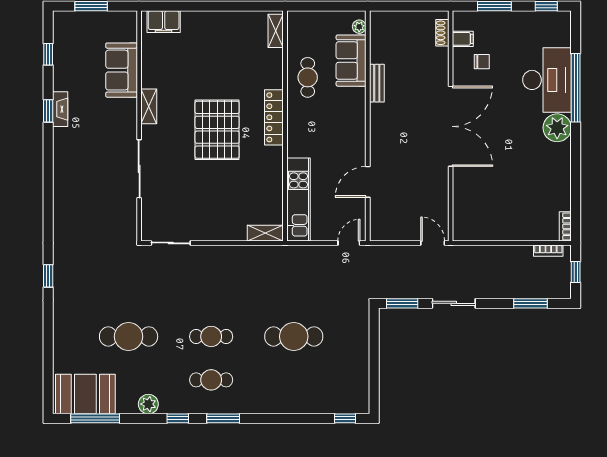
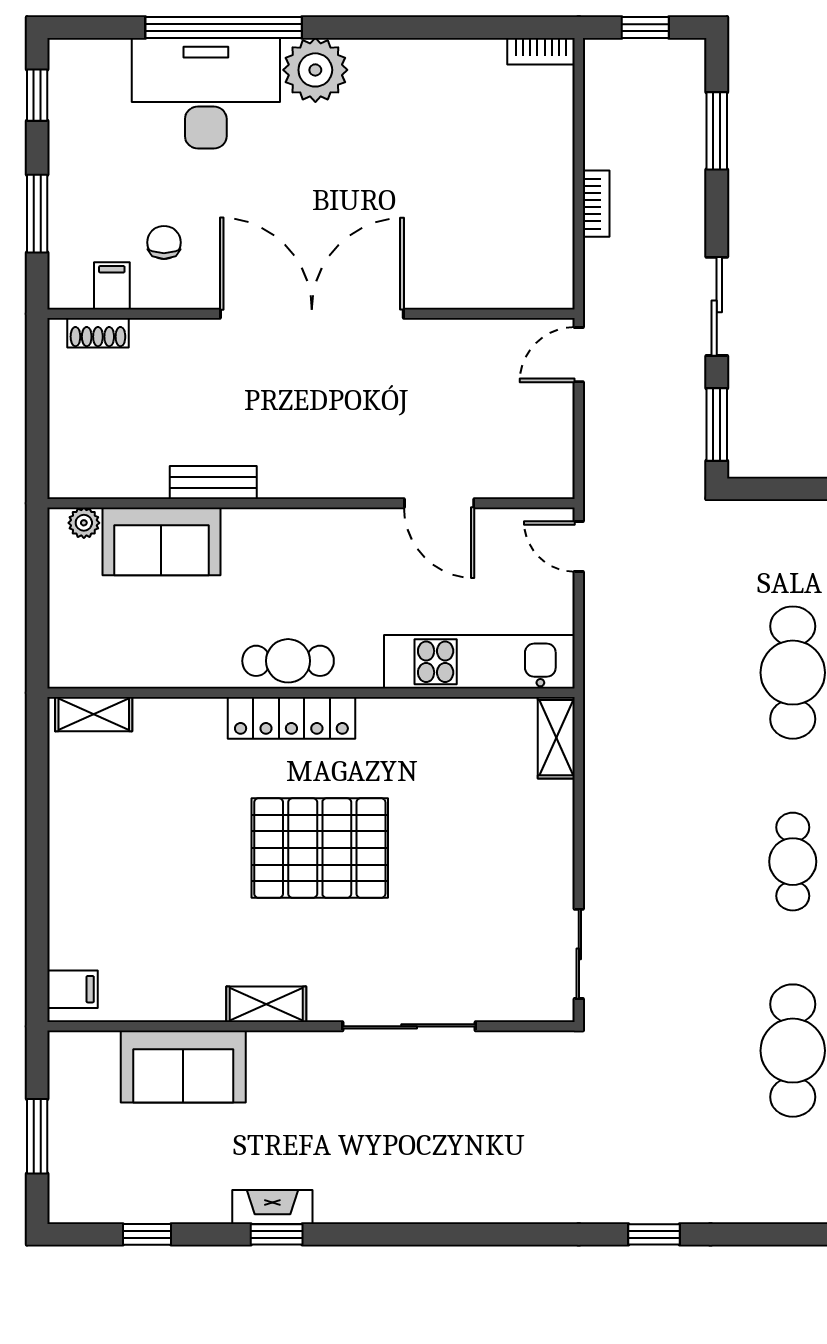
filing cabinet: (164, 22) -> (73, 989), width x0.50
cafe table: (308, 77) -> (288, 661), moved
bookcase: (548, 251) -> (596, 204), moved

